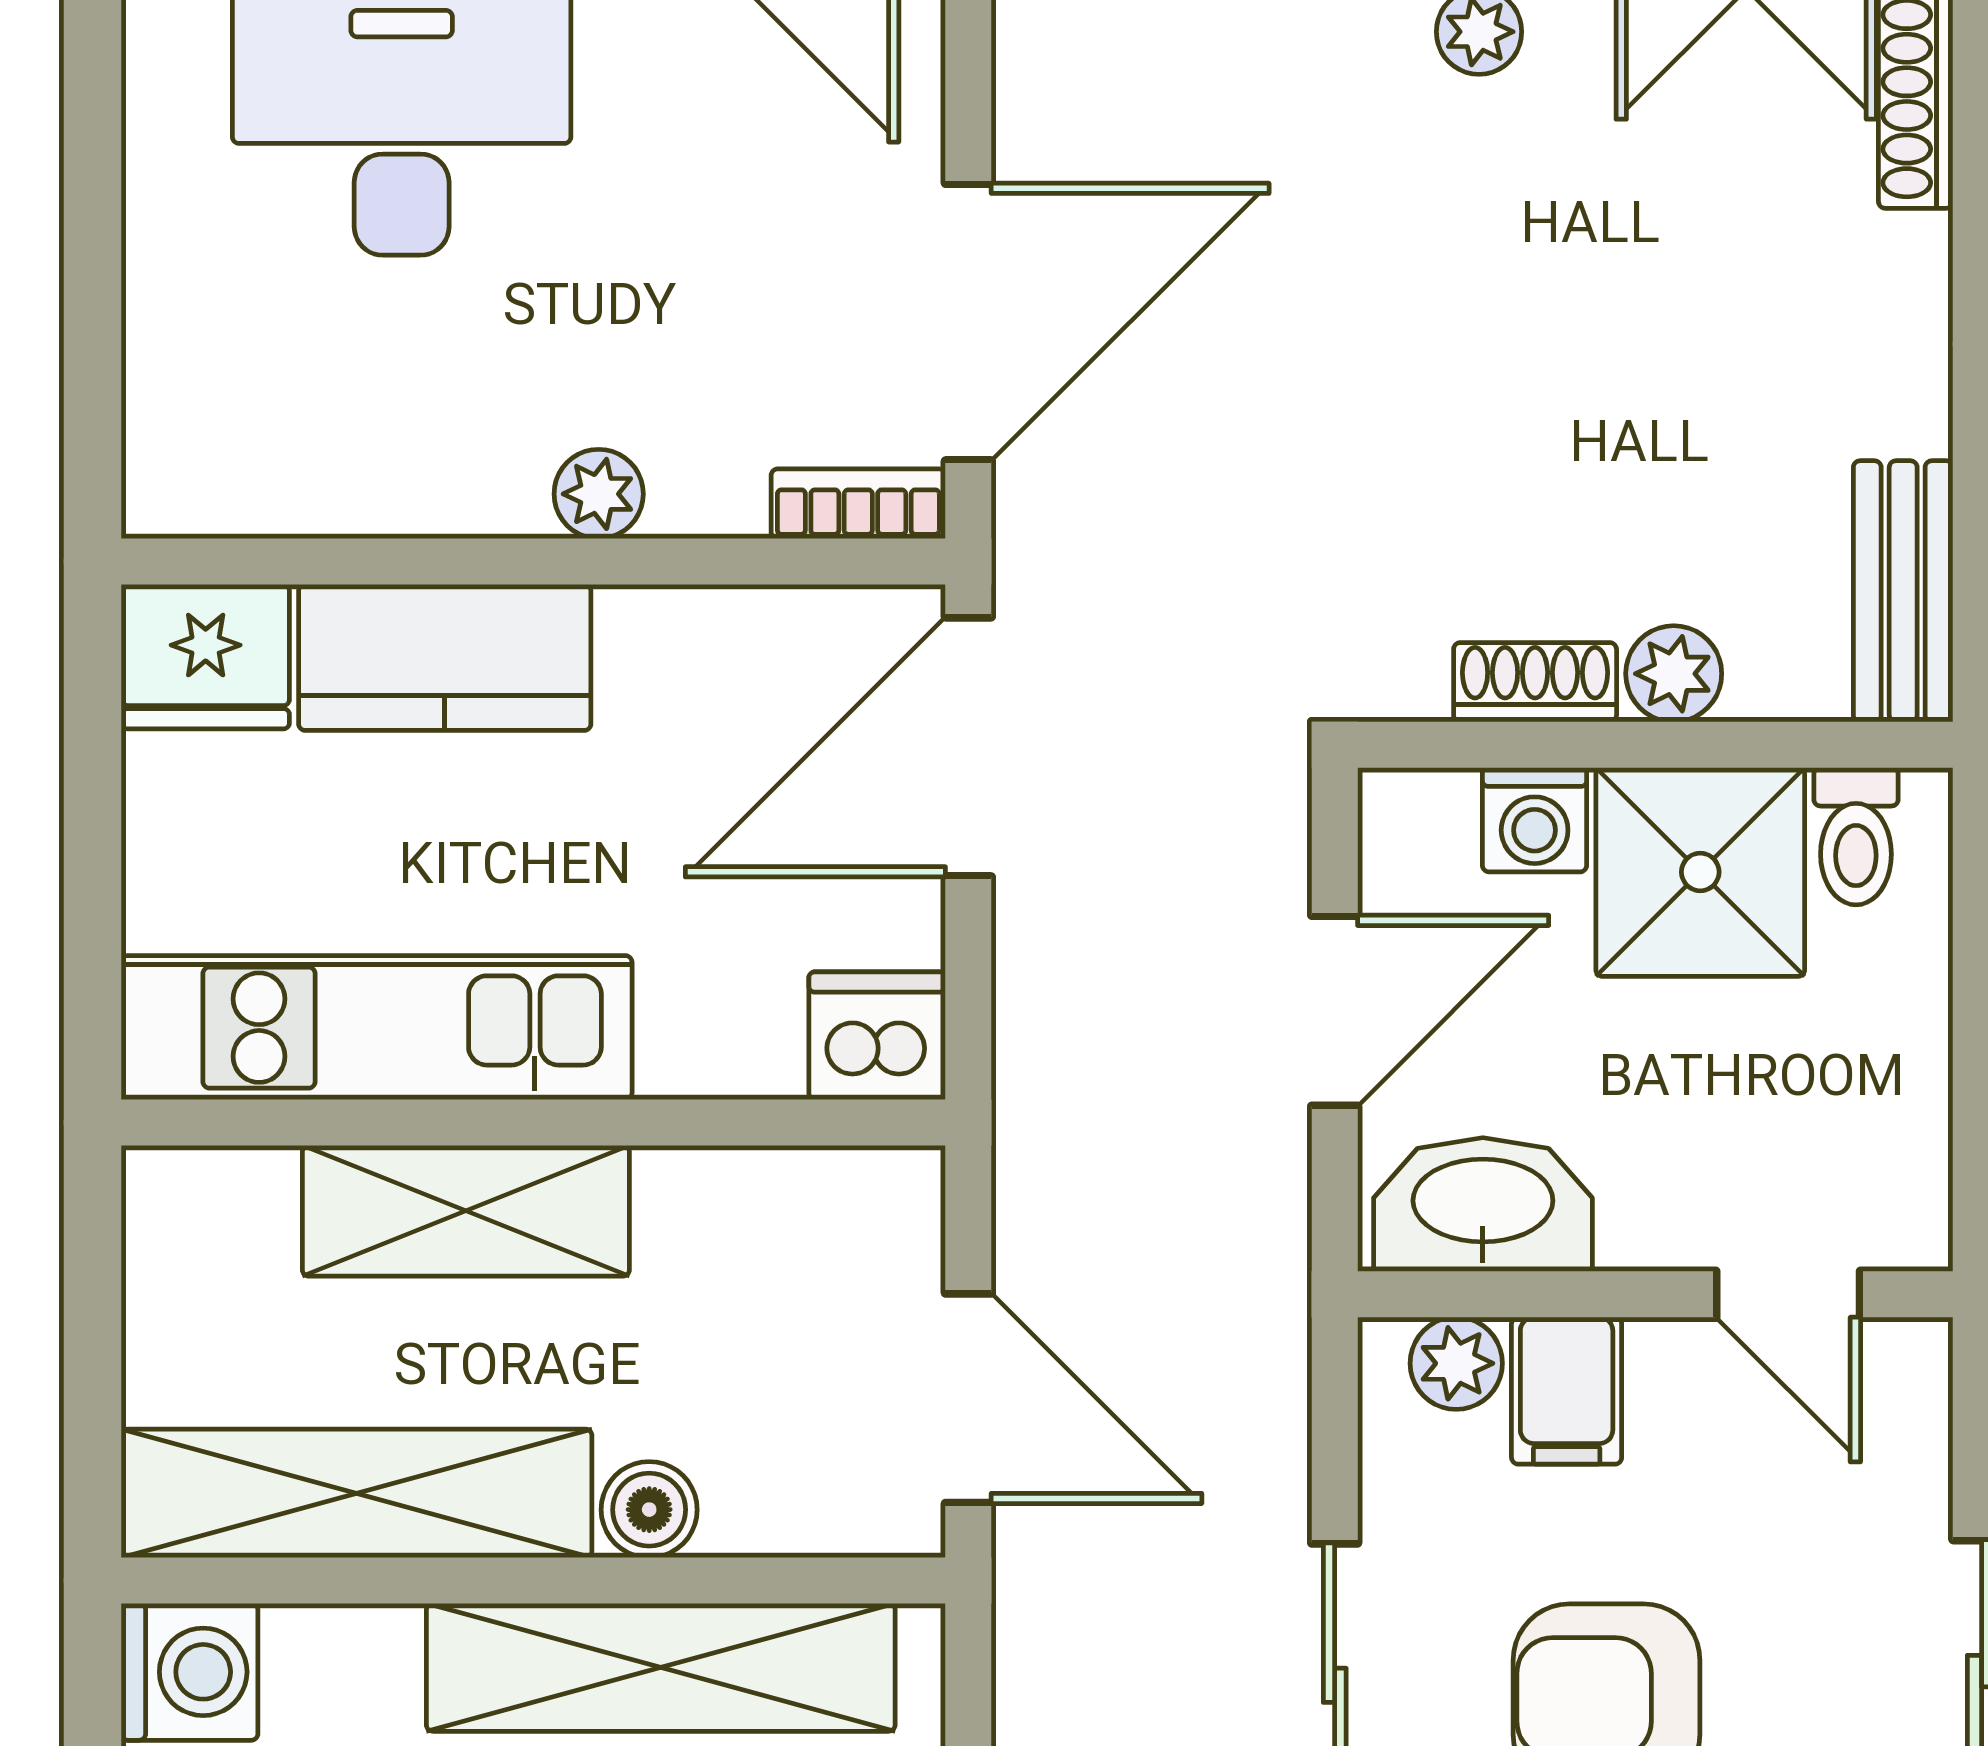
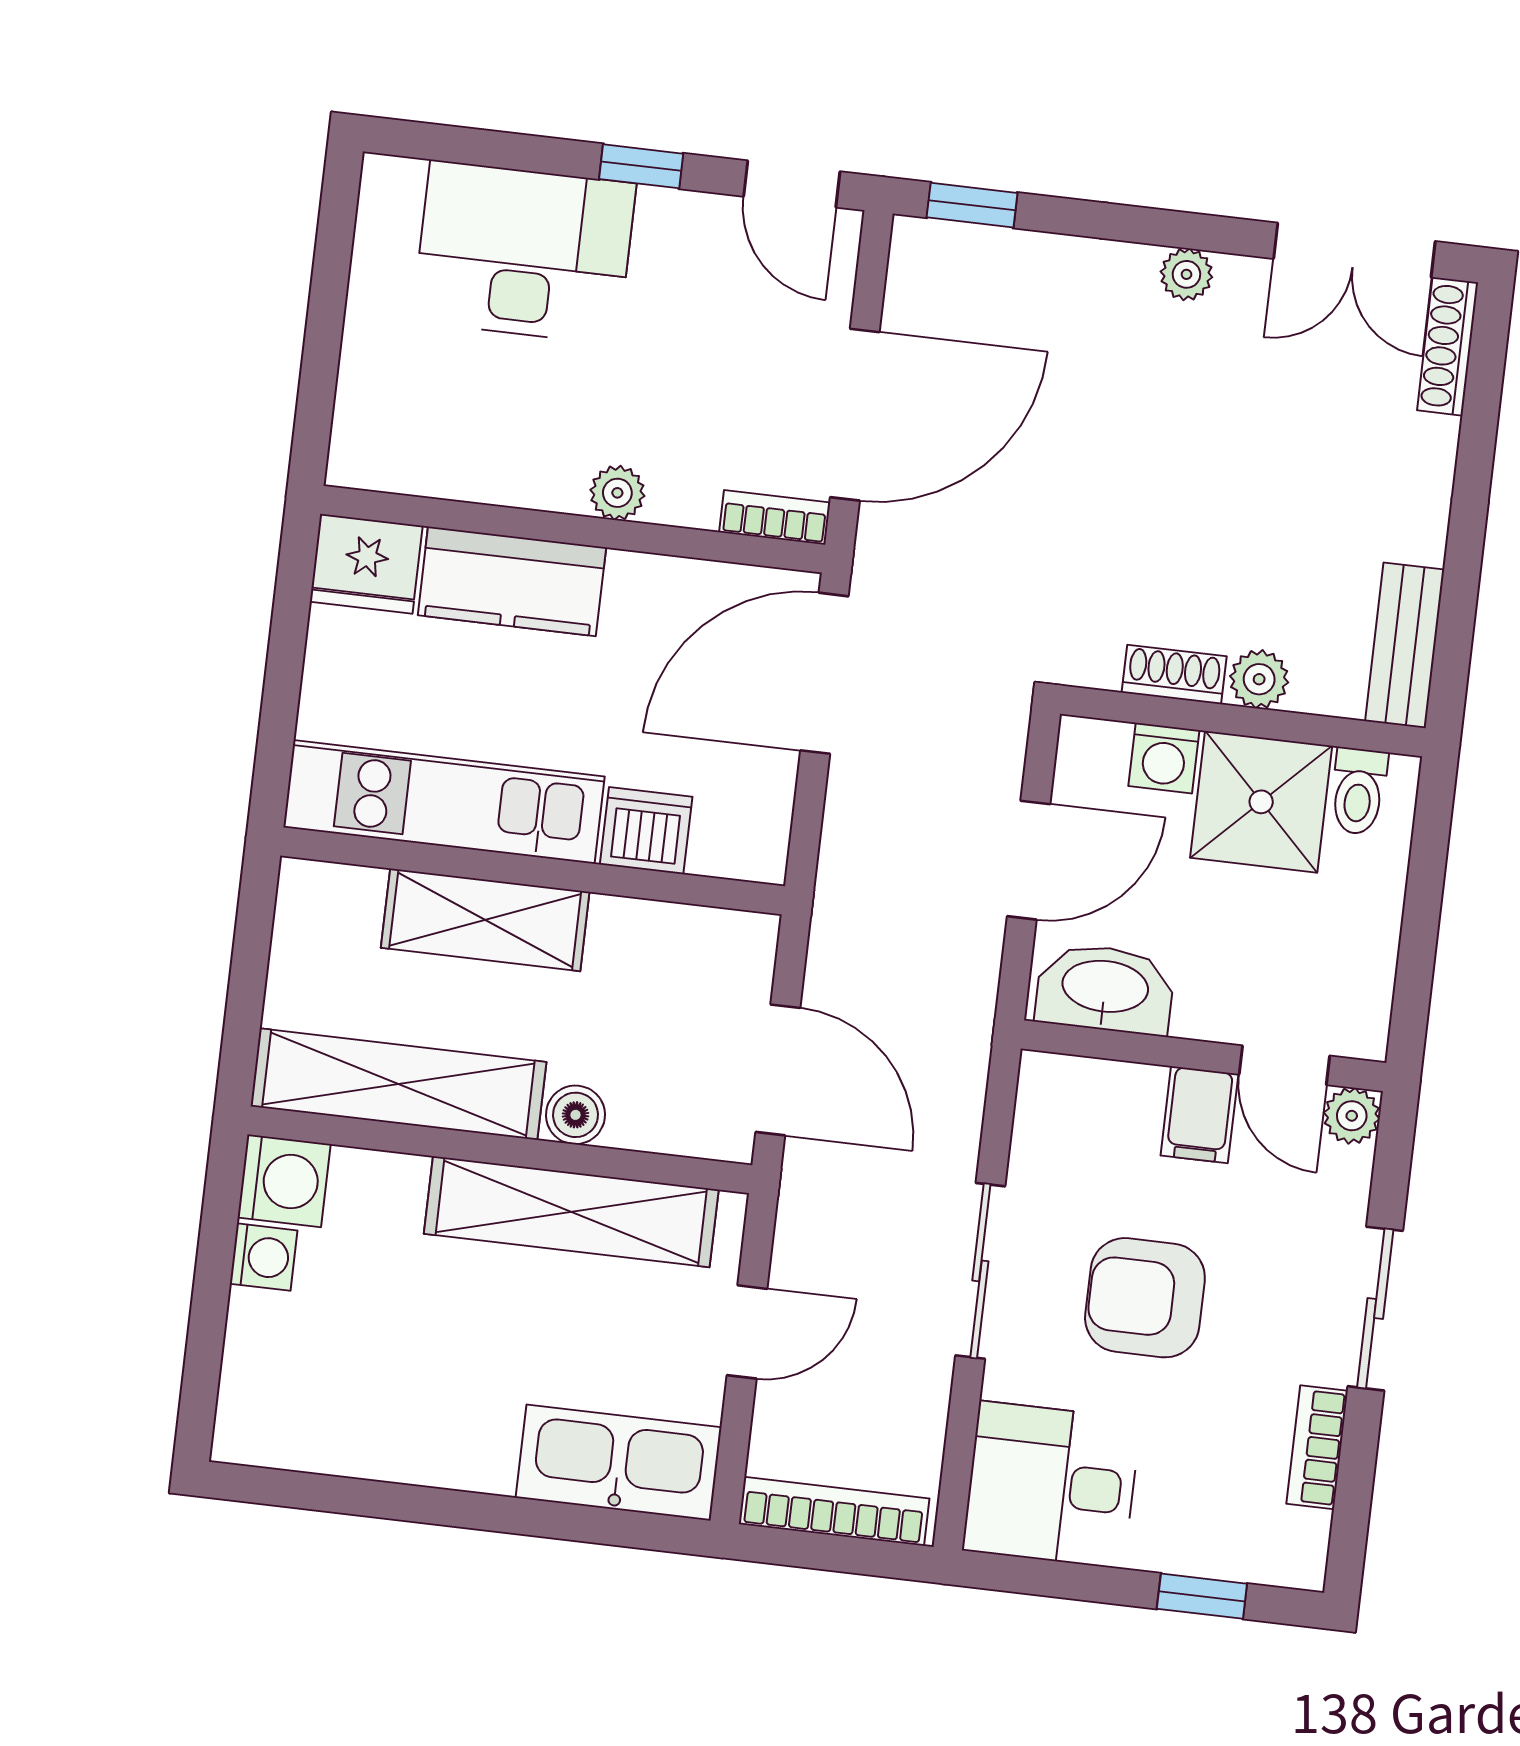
dishwasher: (877, 1036) -> (646, 831), moved
plant: (1456, 1363) -> (1352, 1116), moved
filing cabinet: (1567, 1391) -> (1199, 1115), moved

